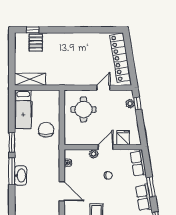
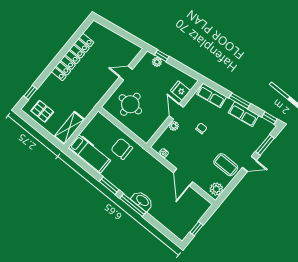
pallet: (36, 43) -> (42, 111), moved
locker: (120, 58) -> (73, 57), moved, turned -81
door: (103, 88) -> (126, 73), hinge flipped
door: (62, 191) -> (183, 177), swing flipped

